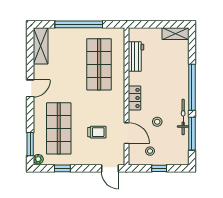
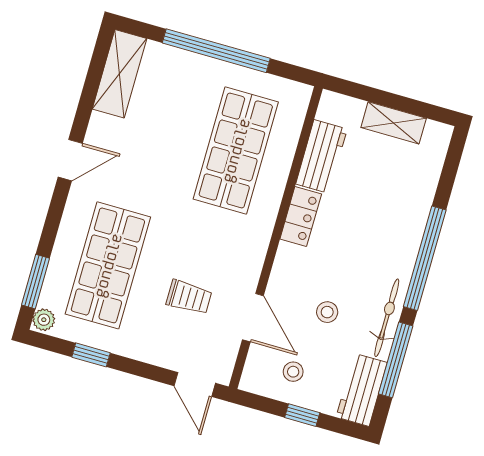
shelving: (176, 34) -> (394, 123), moved
locker: (134, 98) -> (301, 216), moved
workbench: (181, 150) -> (362, 390), added

